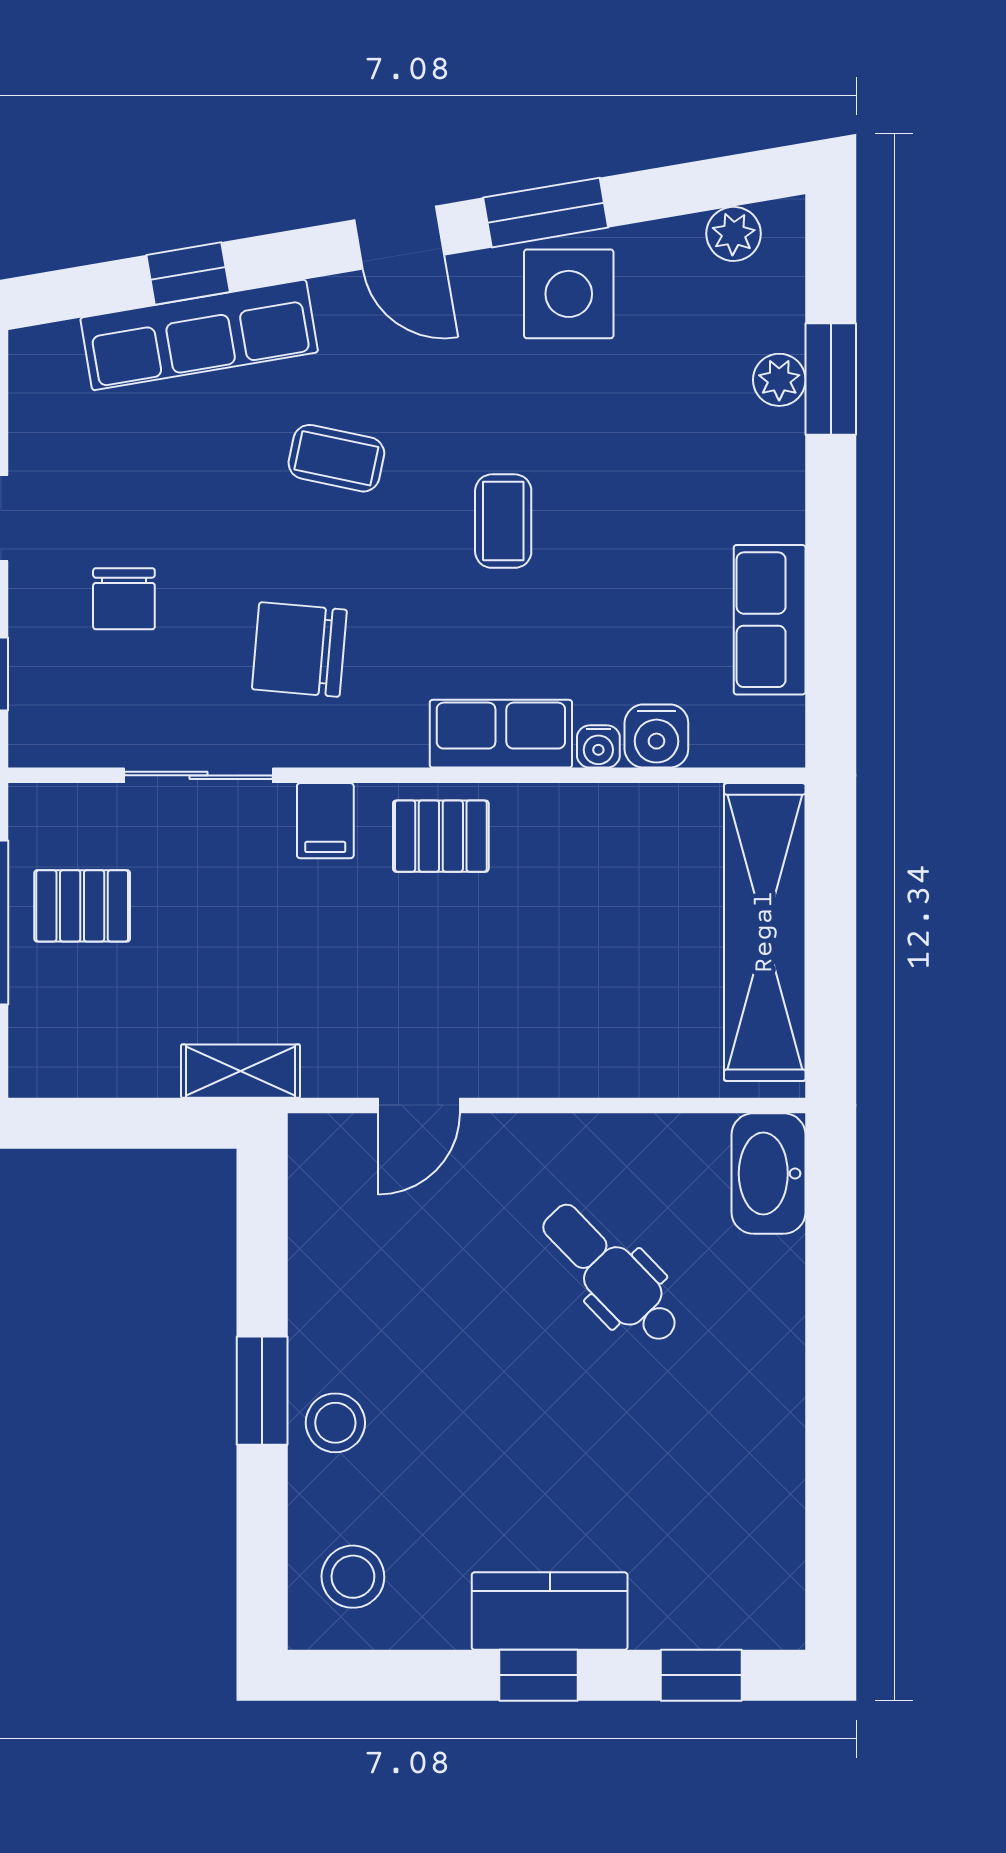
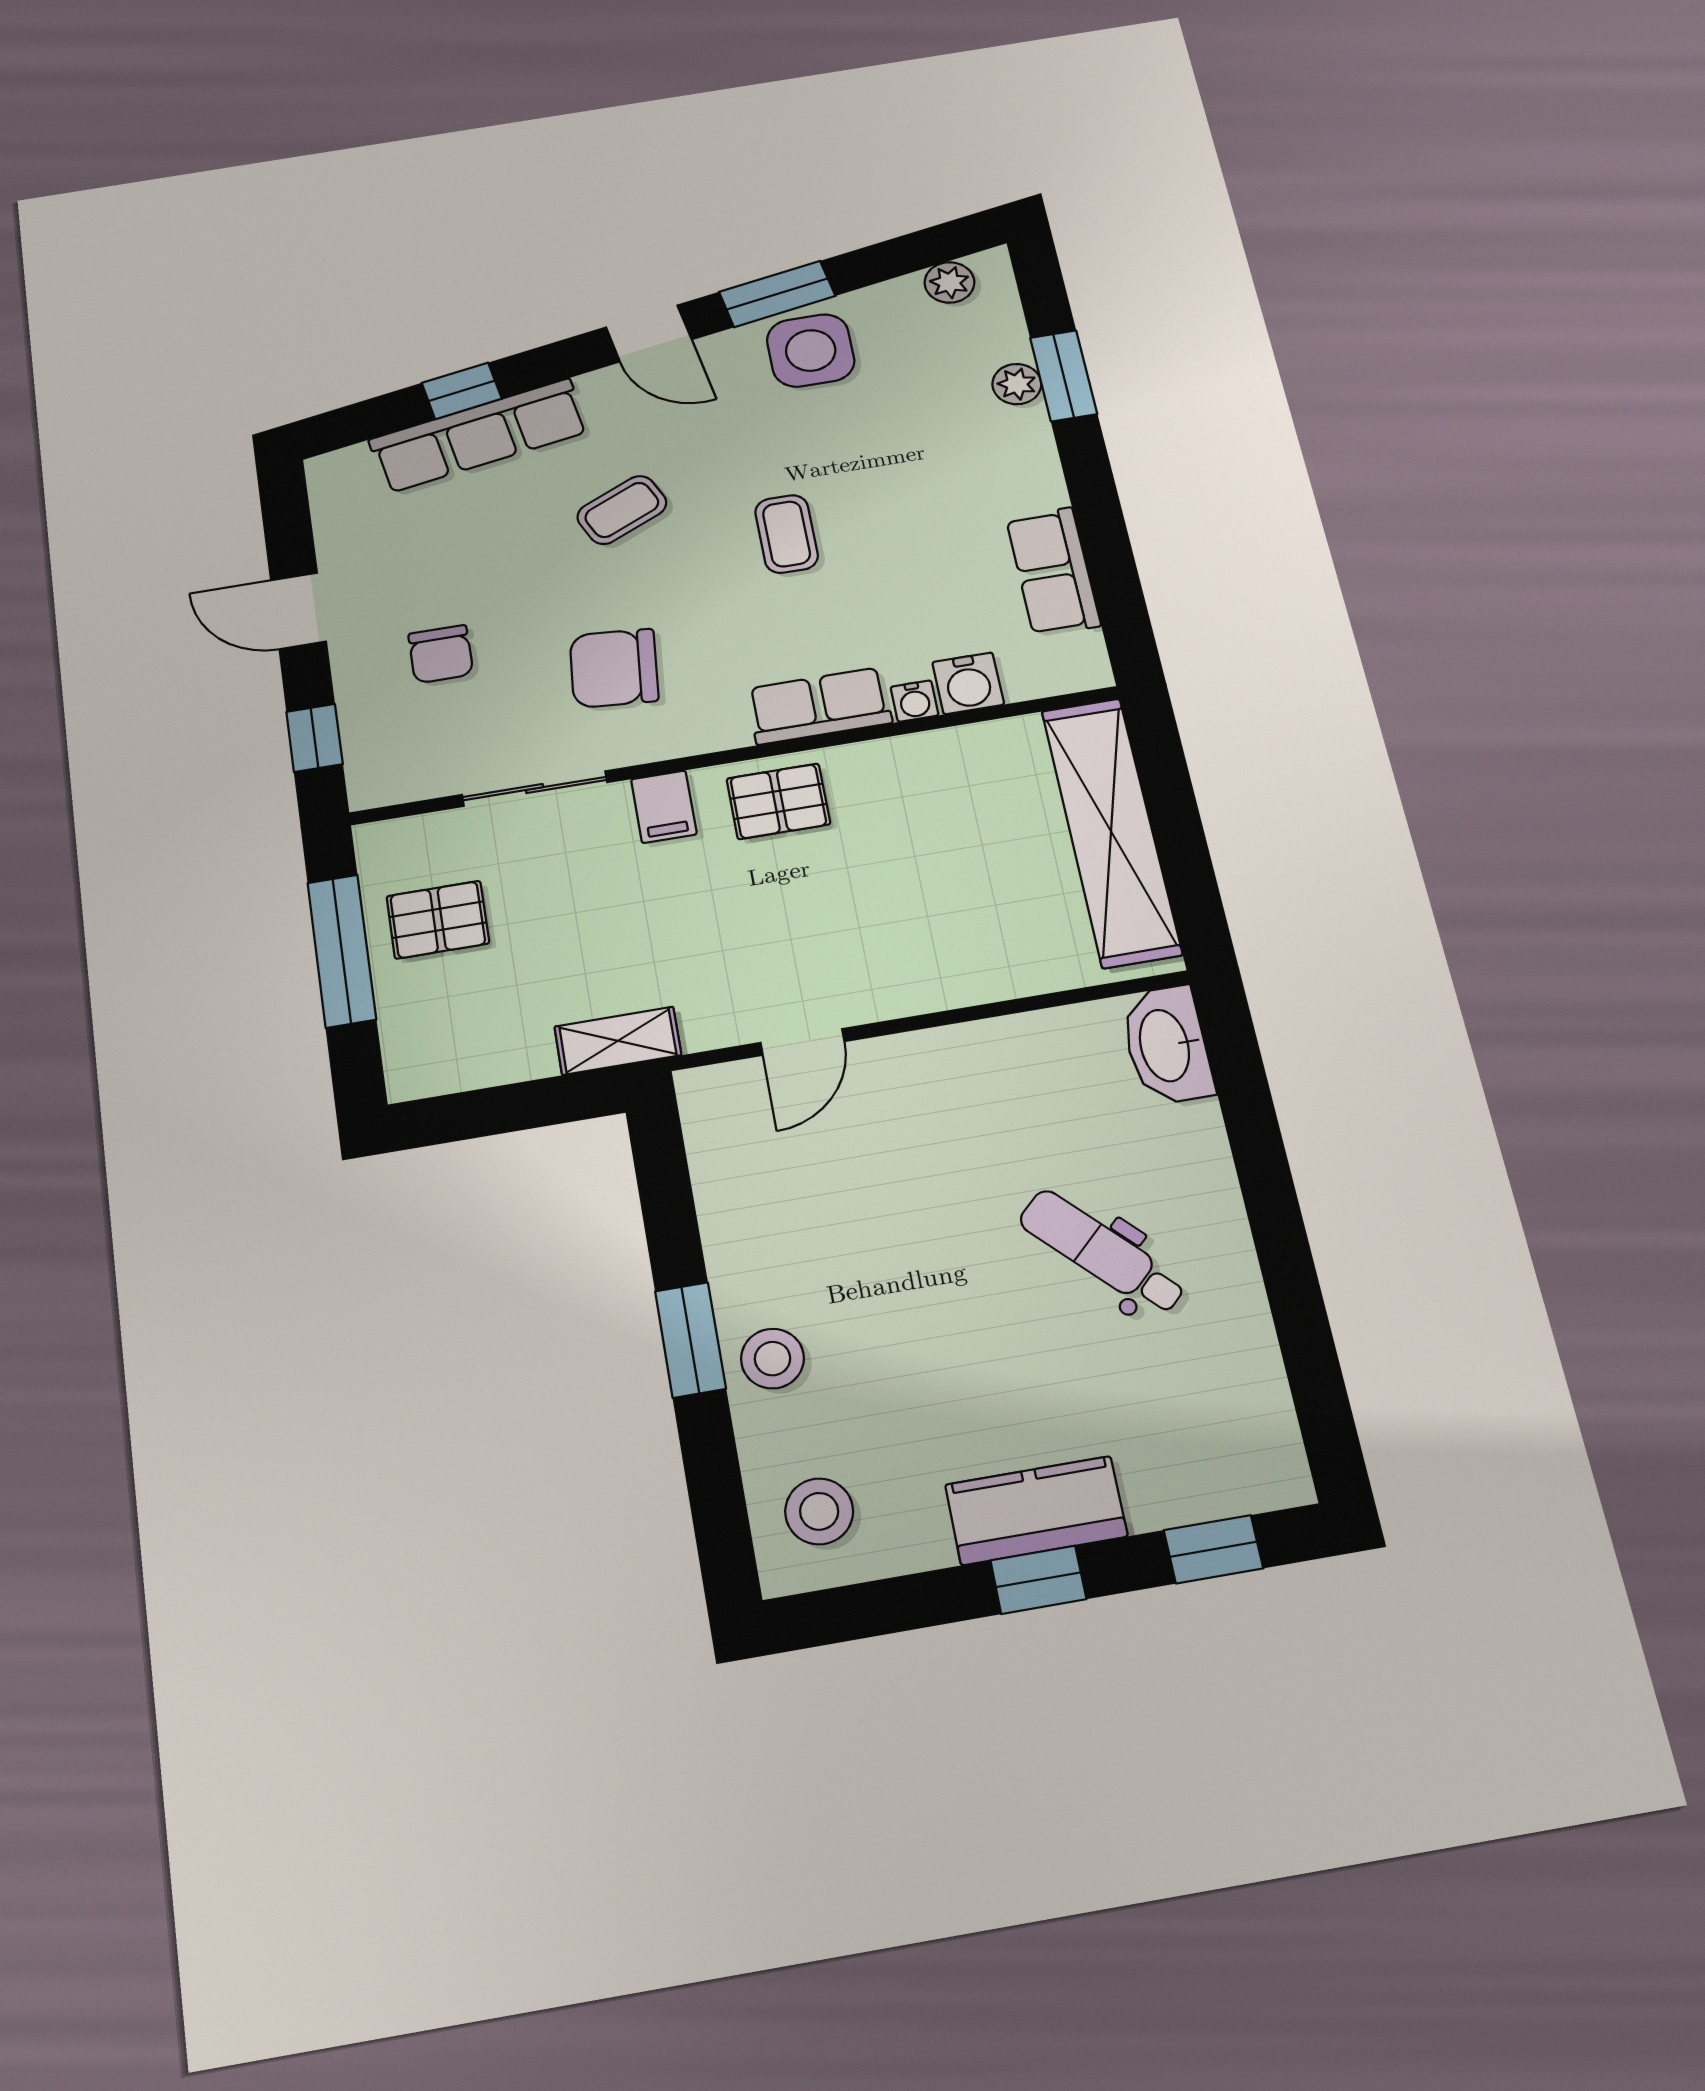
coffee table: (336, 458) -> (622, 510), turned -37
dental chair: (611, 1274) -> (1102, 1252), moved

